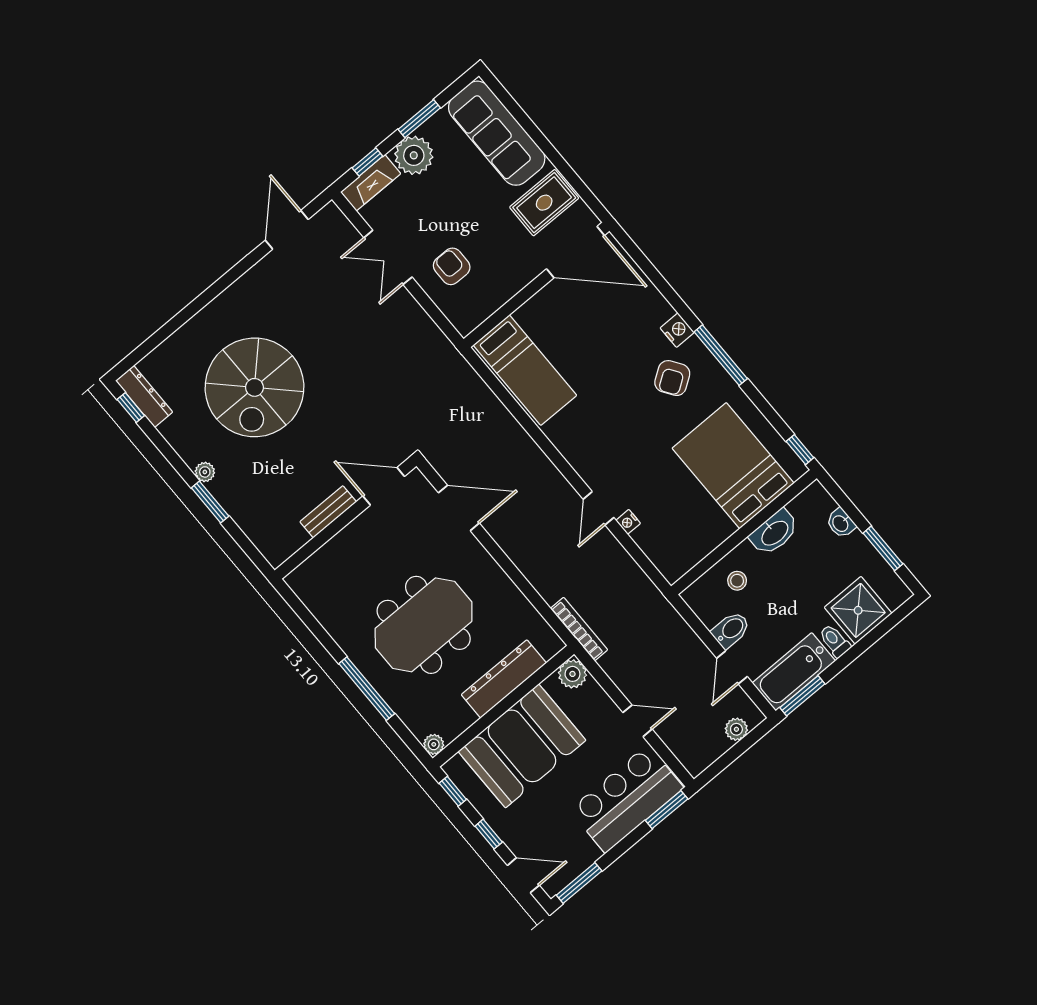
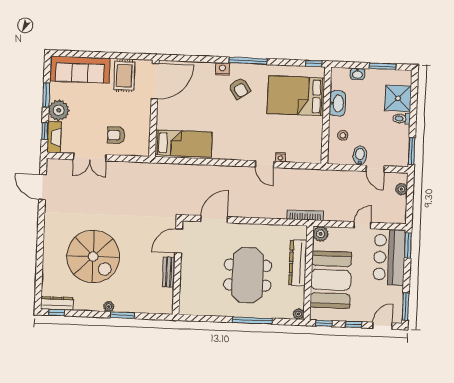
bathtub: (794, 672) -> (399, 146), removed

